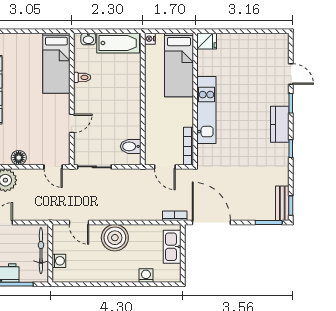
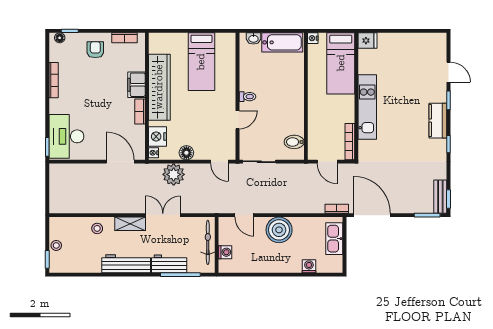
bed: (56, 63) -> (201, 62), moved
toilet: (82, 77) -> (247, 97), moved

